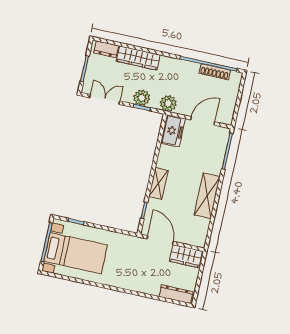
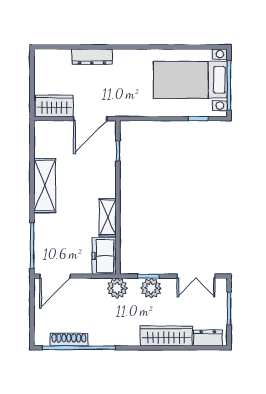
door: (203, 121) -> (55, 276), moved
shelving: (158, 184) -> (108, 217), moved
door: (160, 240) -> (90, 119), hinge flipped
dresser: (176, 294) -> (92, 57), moved

